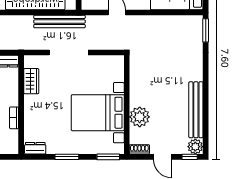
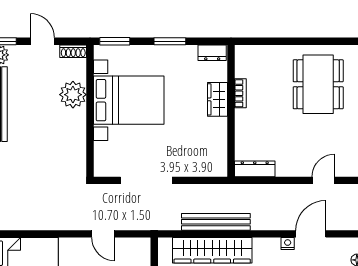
bench: (59, 21) -> (216, 222), moved
doorway: (69, 53) -> (146, 180), moved
wardrobe: (31, 81) -> (217, 99), moved

